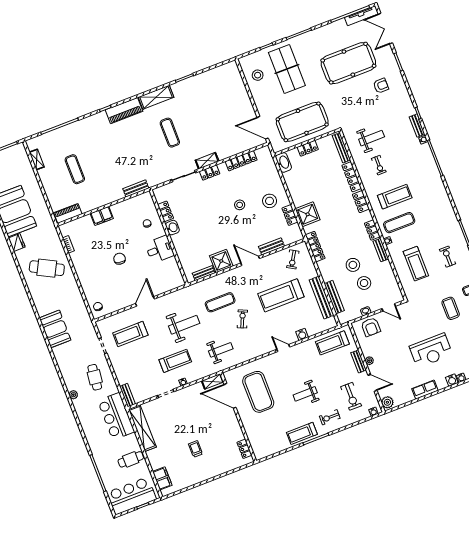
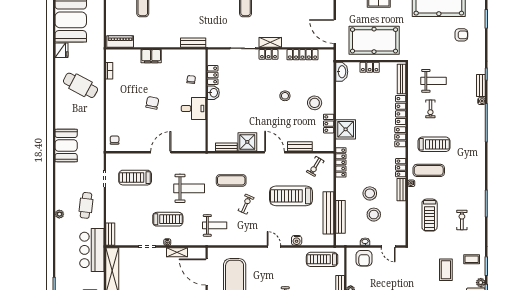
shelving: (212, 381) -> (177, 252), moved

